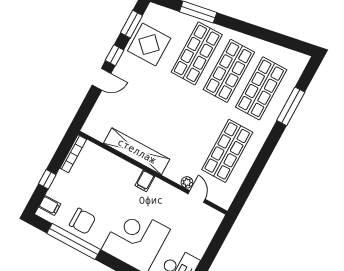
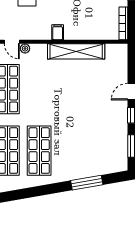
display table: (149, 45) -> (111, 138), removed
shop shelf: (197, 53) -> (71, 151), removed

